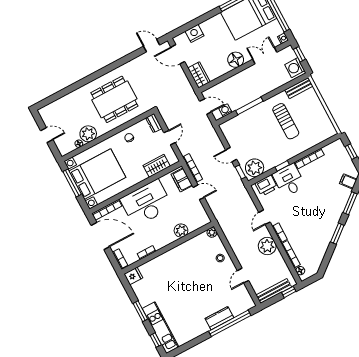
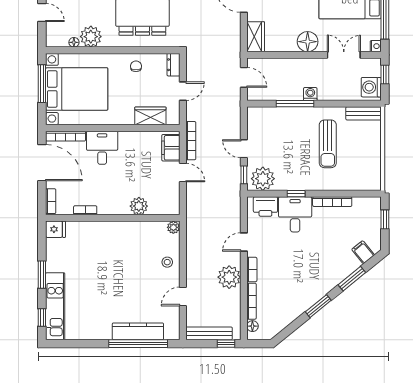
washing machine: (225, 110) -> (310, 94), moved
desk: (146, 203) -> (102, 148), width x0.53, depth x0.77
kitchen counter: (219, 318) -> (138, 331), width x1.50

